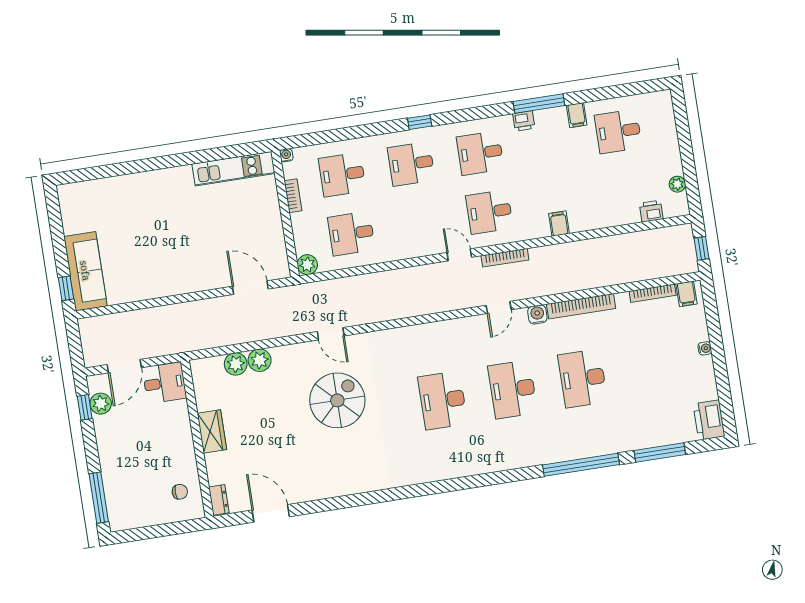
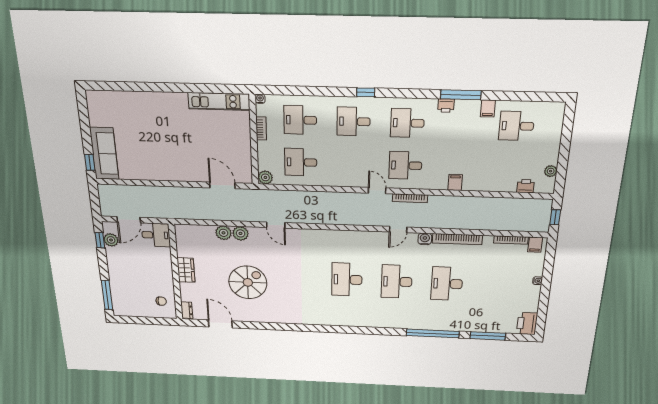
plant: (236, 364) -> (241, 233), moved
spiral stairs: (337, 400) -> (248, 282), moved

